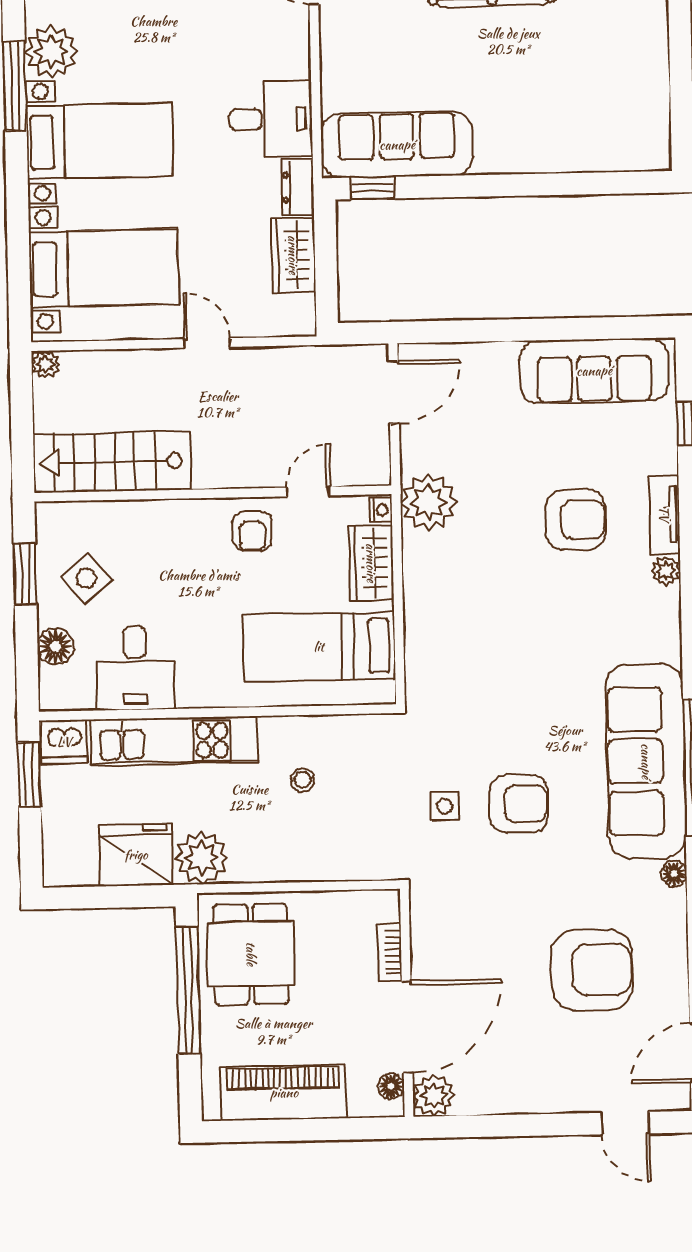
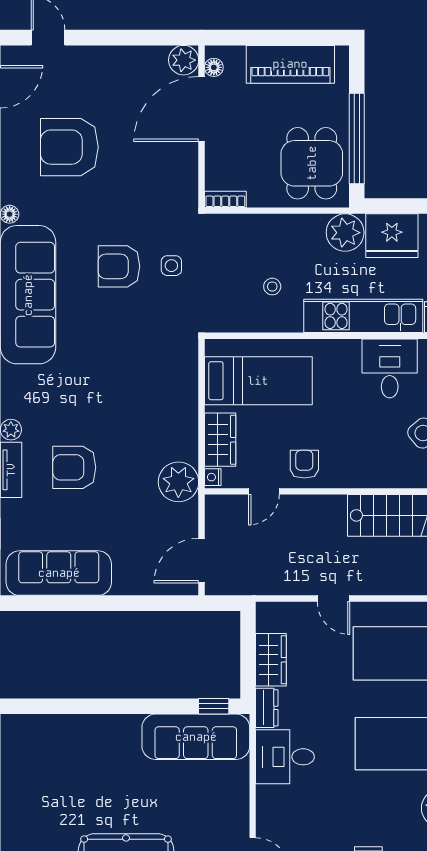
bookcase: (390, 952) -> (225, 199), moved, turned -90

